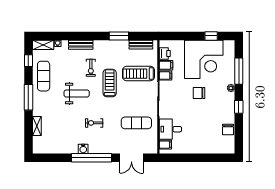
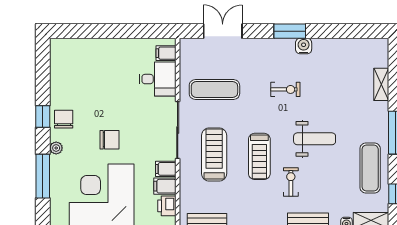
treadmill: (138, 74) -> (214, 155), moved, turned -90
weight bench: (77, 93) -> (315, 139), turned 180
chair: (228, 129) -> (64, 119), moved
window: (91, 158) -> (290, 31), width x0.47

